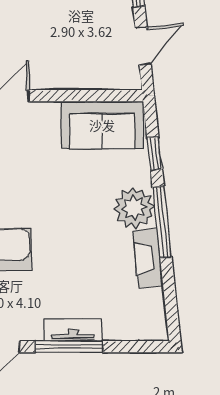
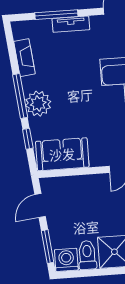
fireplace: (148, 258) -> (24, 58), moved
window: (69, 347) -> (56, 15), moved

